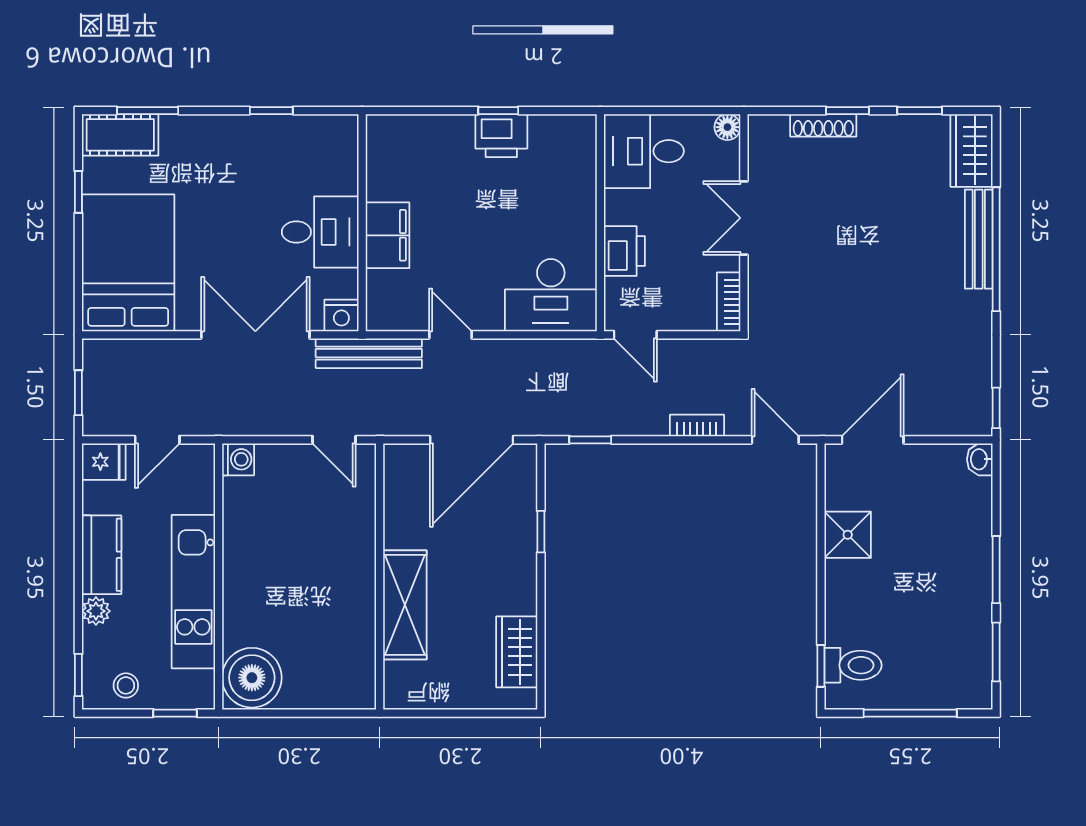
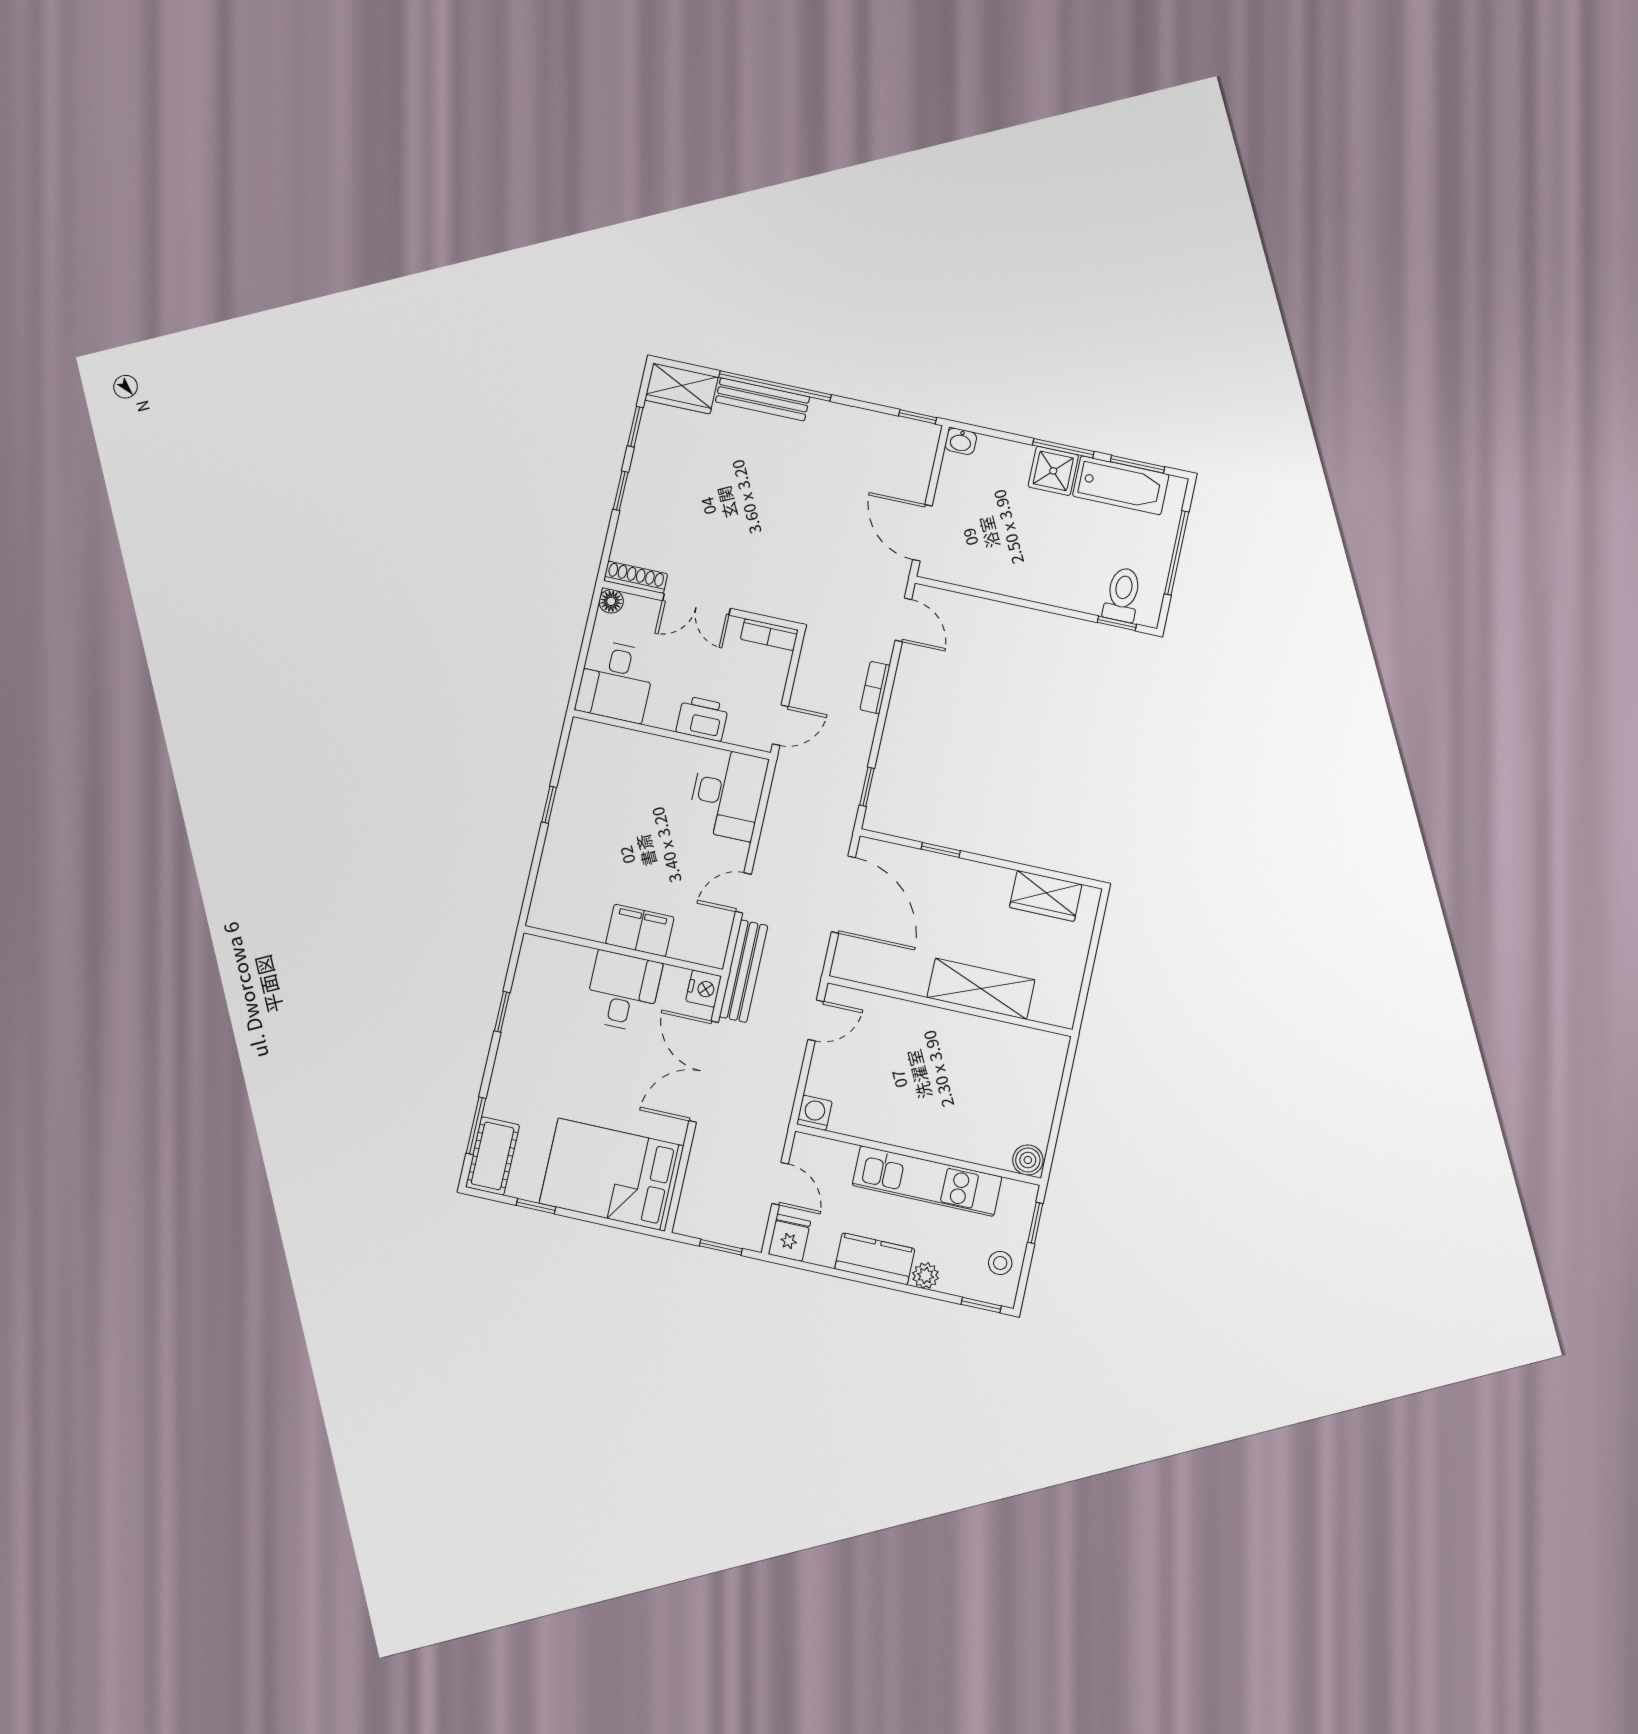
shoe rack: (823, 125) -> (636, 577), moved, turned -90
printer: (501, 136) -> (573, 807), removed
door: (775, 440) -> (903, 620), swing flipped
shower: (848, 535) -> (1053, 471), moved
bathtub: (970, 639) -> (1121, 485), added
boiler: (252, 678) -> (1028, 1160), width x0.54, depth x0.54

